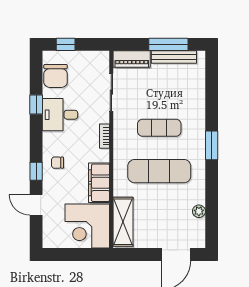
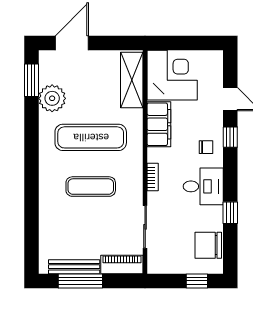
chair: (56, 76) -> (208, 245), turned -90
desk: (60, 115) -> (203, 186), moved
window: (212, 145) -> (31, 80), moved
plant: (199, 211) -> (52, 98), width x1.87, depth x1.87

